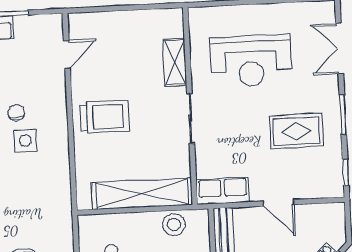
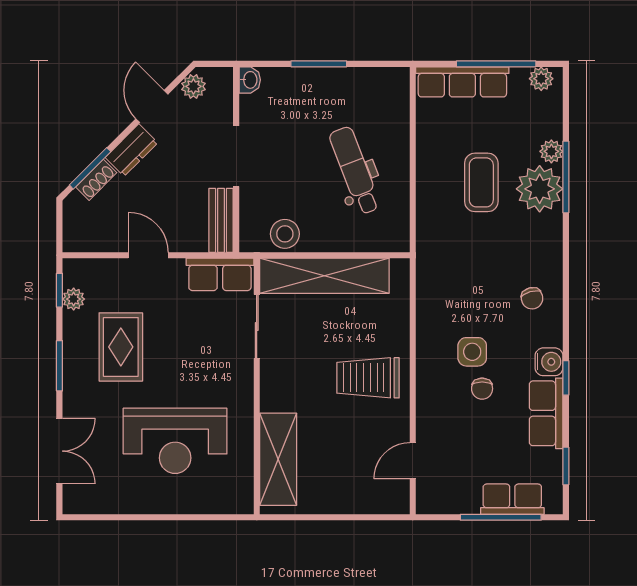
reception desk: (251, 61) -> (175, 441), turned 180
shelving: (175, 62) -> (278, 459), width x1.50, depth x1.33
sliding door: (191, 118) -> (257, 326), moved
rug: (296, 131) -> (121, 347), turned 90
plant: (334, 166) -> (74, 299), added

